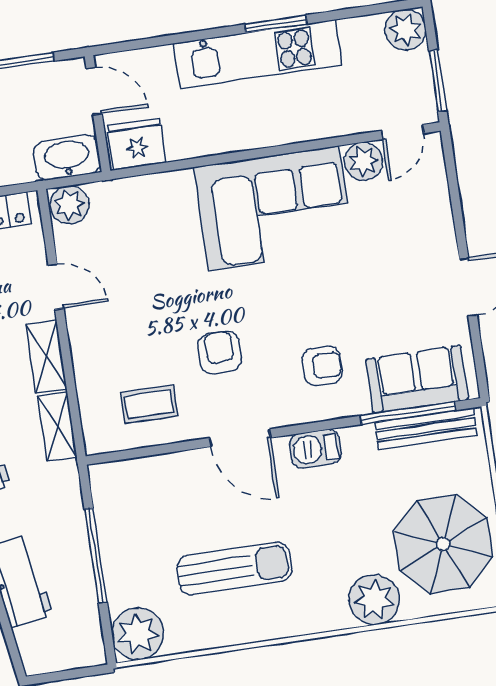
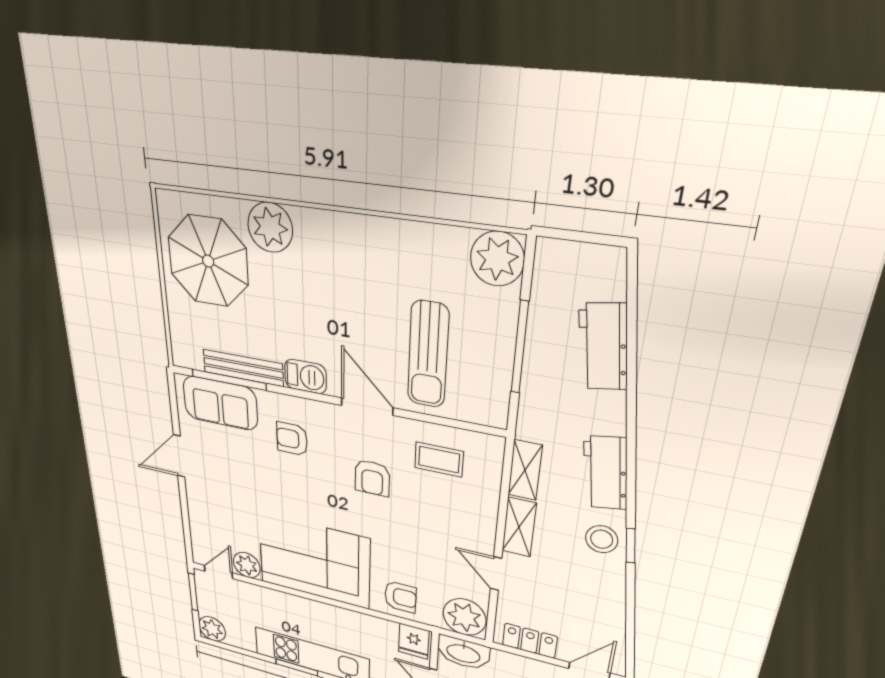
fridge: (137, 144) -> (414, 641), width x0.72
armchair: (158, 204) -> (400, 597), added
plant: (69, 205) -> (464, 617), width x1.36, depth x1.36
bench: (426, 429) -> (243, 368), moved
sun lounger: (234, 568) -> (428, 355), moved, turned -90

